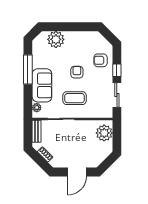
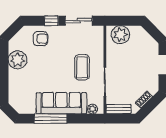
plant: (56, 39) -> (18, 60), moved
armchair: (101, 60) -> (40, 39), turned -90
armchair: (77, 72) -> (53, 65), removed
sofa: (42, 85) -> (61, 103), width x1.36

